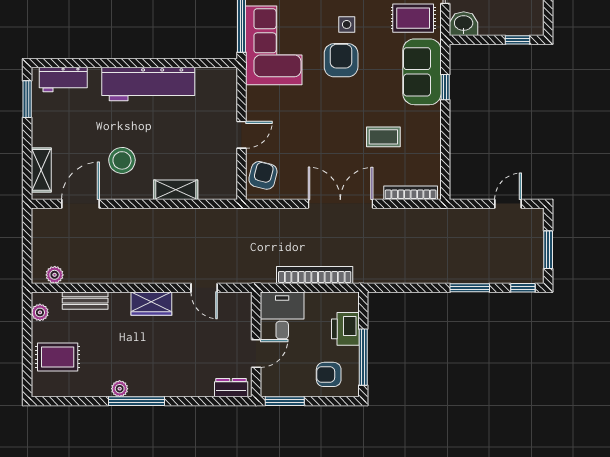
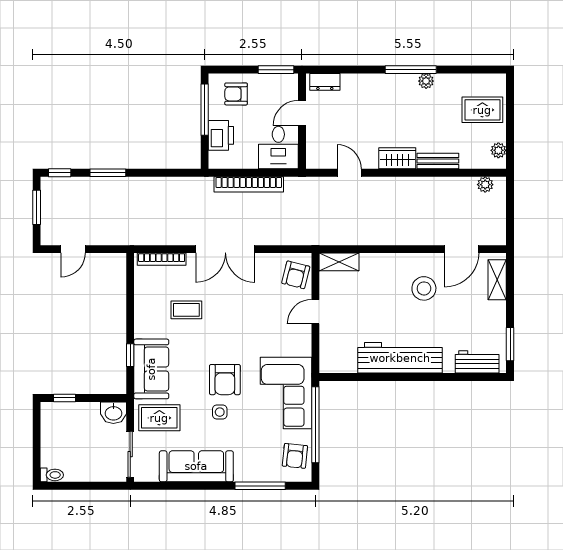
shelving: (176, 190) -> (339, 262), moved
bench: (85, 301) -> (438, 161), moved
armchair: (329, 374) -> (236, 94), turned 180

